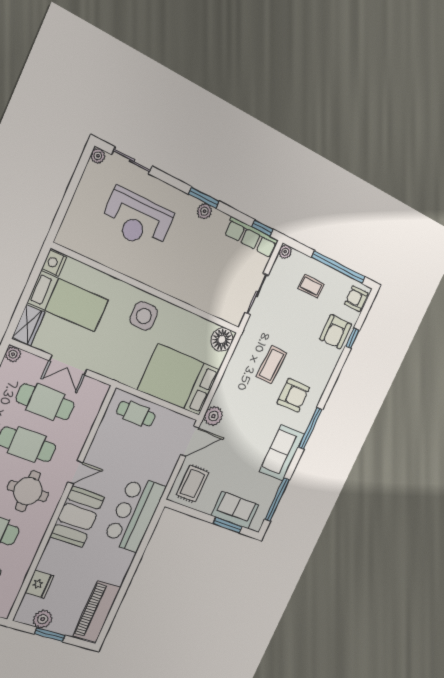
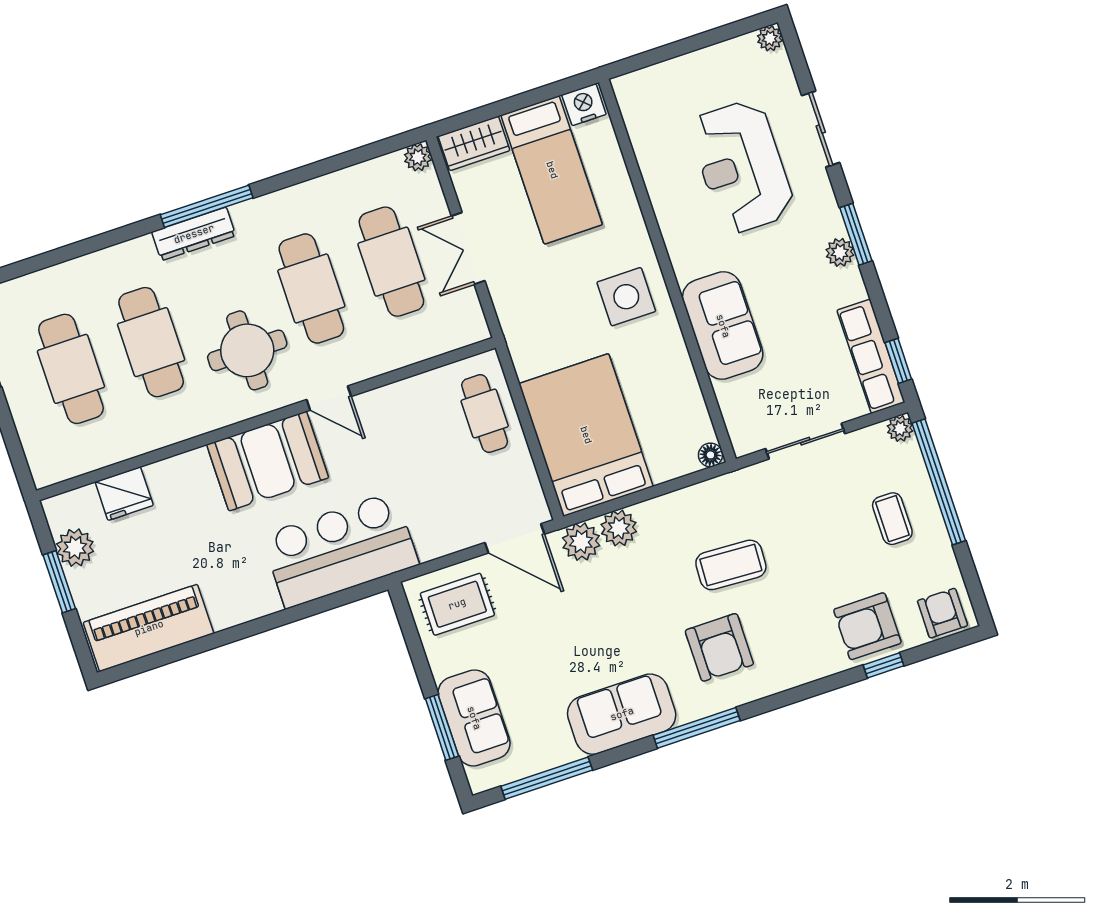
sliding door: (132, 160) -> (821, 129), moved
window: (339, 267) -> (939, 482), moved
sofa: (188, 287) -> (723, 326), added
floor lamp: (222, 340) -> (710, 455), width x0.53, depth x0.53
plant: (222, 397) -> (619, 528), added

